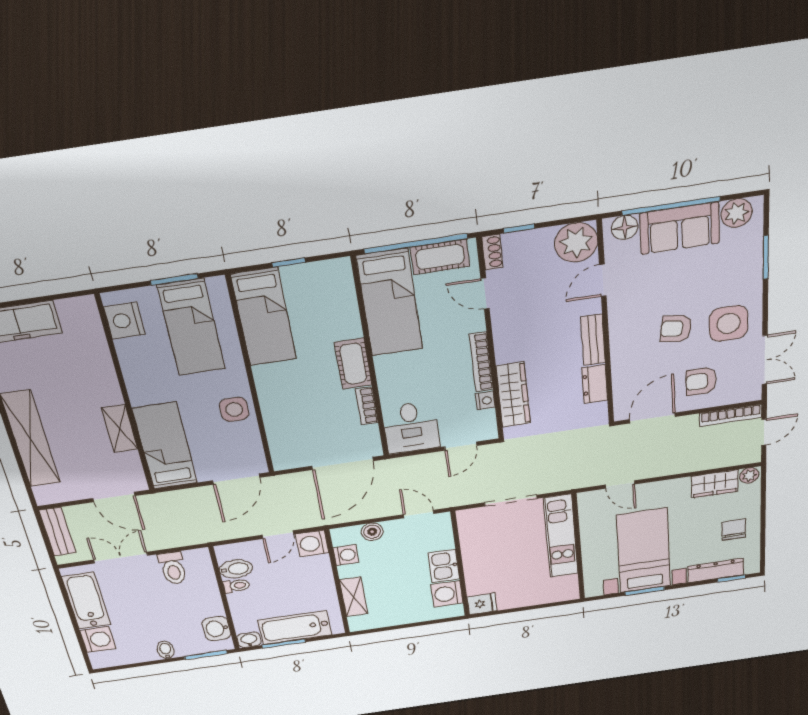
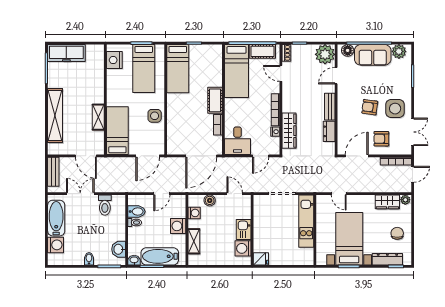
washing machine: (312, 544) -> (178, 226), moved

